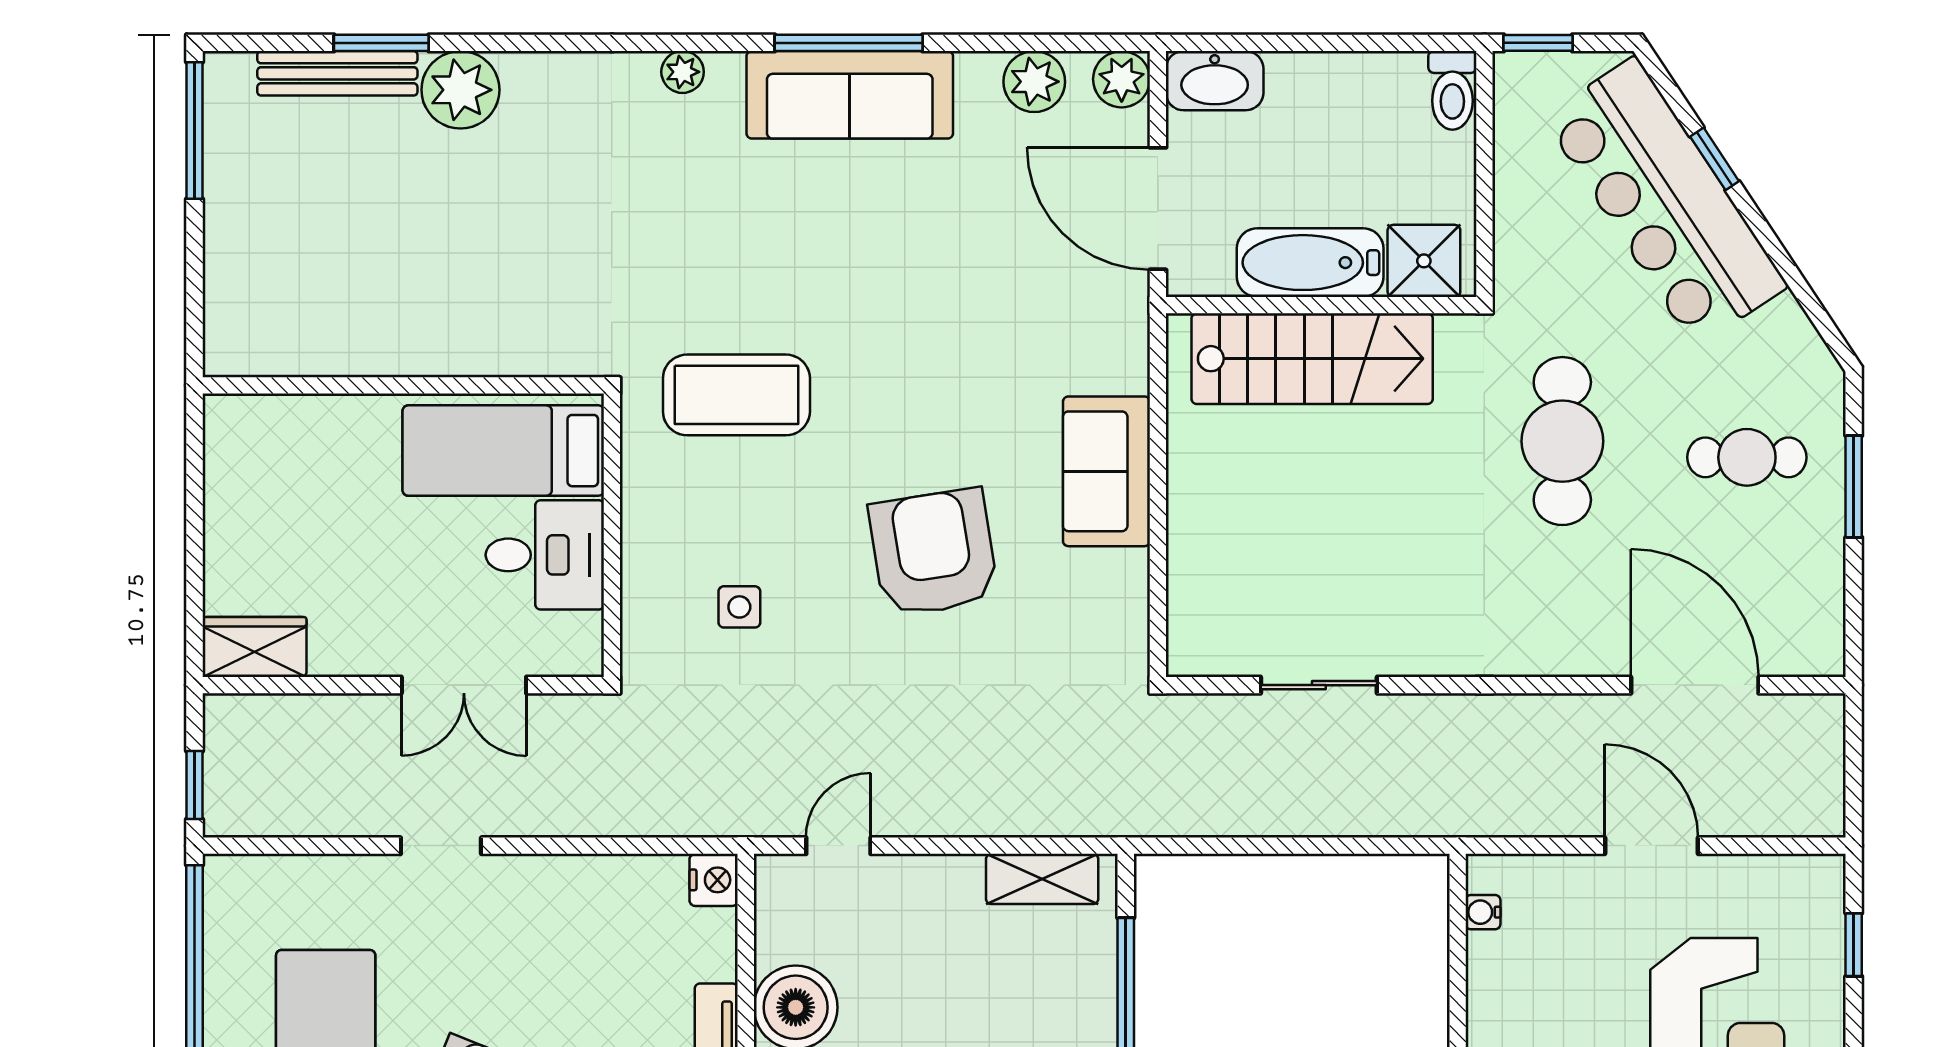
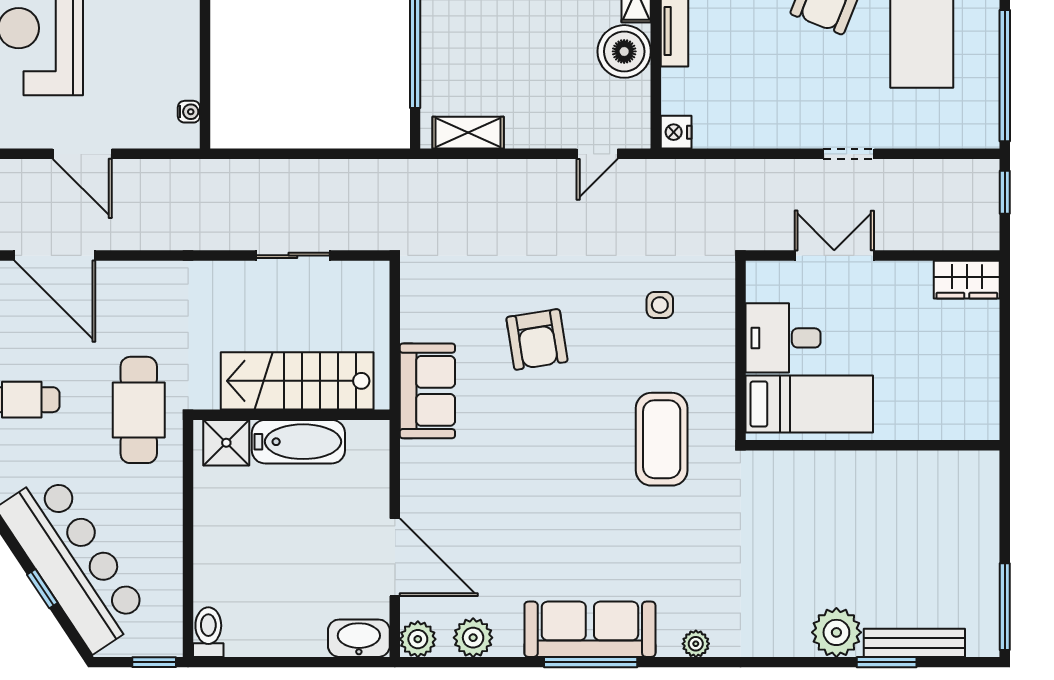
shower: (1424, 261) -> (226, 443), moved
bathtub: (1310, 263) -> (298, 442), moved
wall: (1321, 305) -> (291, 415), moved
stairs: (1312, 359) -> (297, 381), moved
coffee table: (736, 395) -> (662, 439), turned 90
armchair: (933, 553) -> (537, 339), width x0.73, depth x0.73

